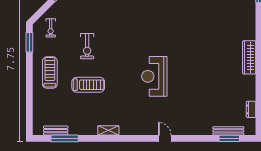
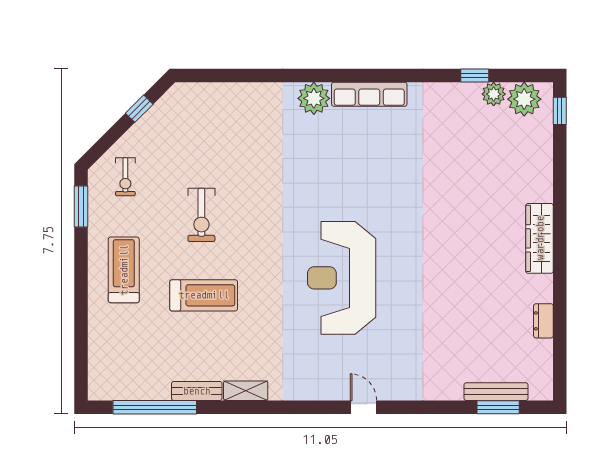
reception desk: (154, 76) -> (342, 278), width x1.36, depth x1.30
dresser: (251, 109) -> (543, 321), moved
bench: (56, 131) -> (197, 391), moved
window: (65, 138) -> (155, 407), width x1.46

